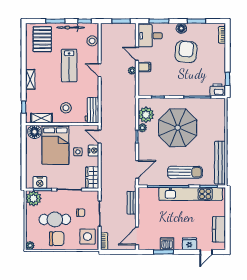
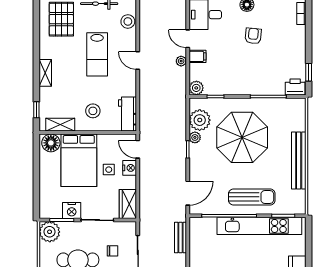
armchair: (186, 52) -> (253, 36), width x0.53, depth x0.53
plant: (143, 91) -> (196, 88), added
bench: (220, 163) -> (299, 160), moved
nightstand: (40, 182) -> (72, 211), moved

